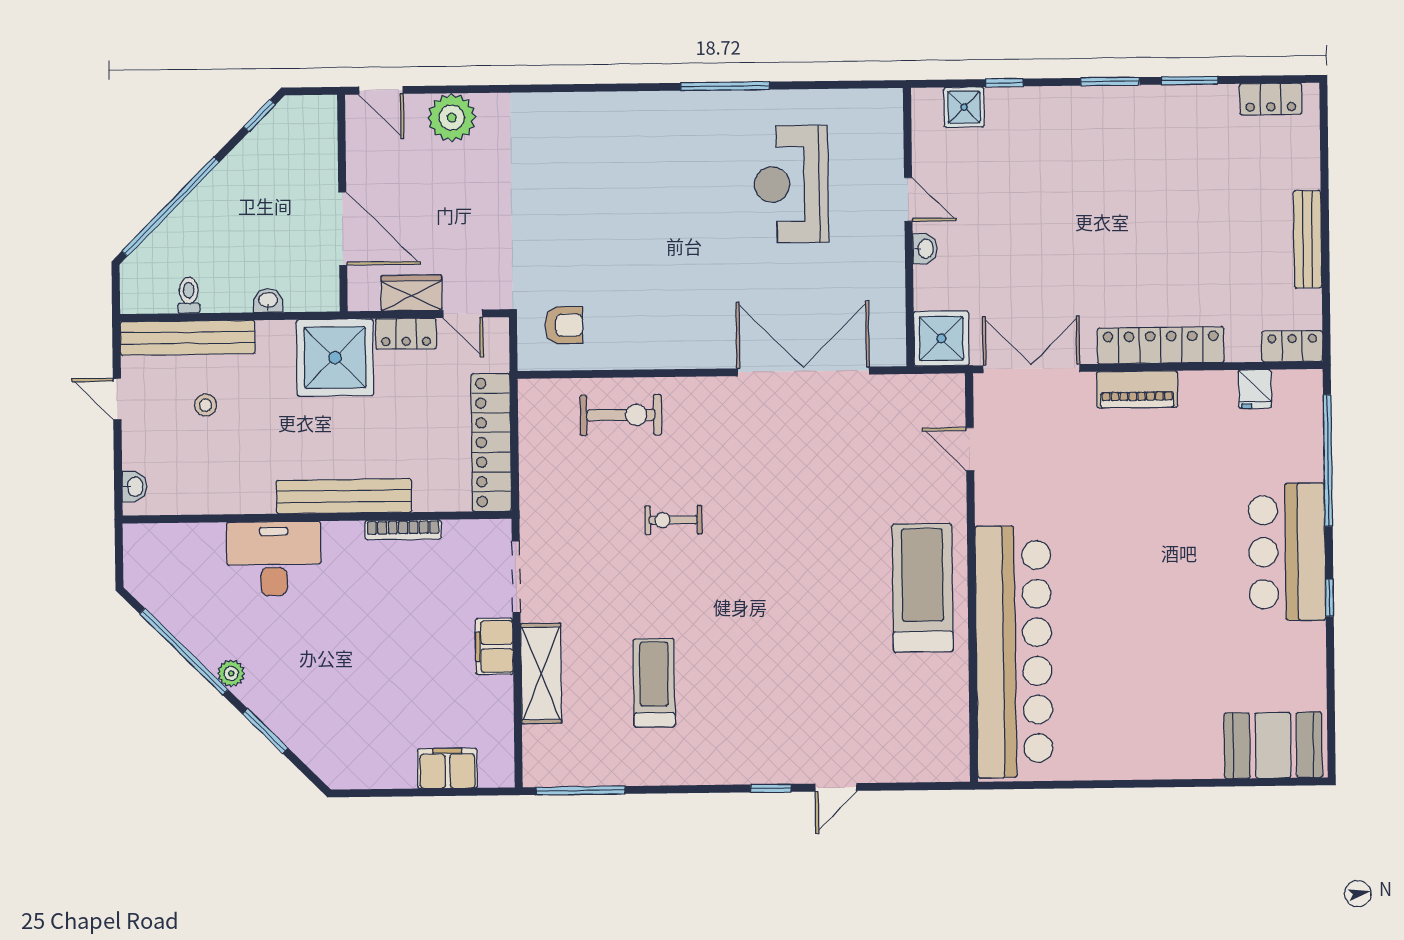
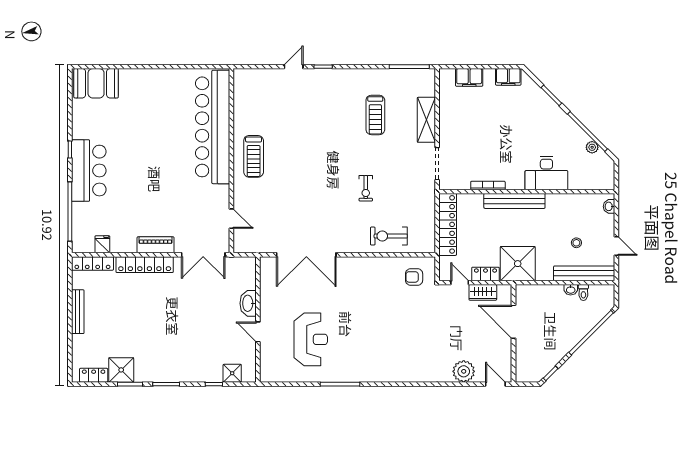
washbasin: (925, 249) -> (248, 303), width x1.91, depth x1.45
washbasin: (268, 301) -> (571, 290), moved
shower: (941, 338) -> (121, 370), moved
locker: (1292, 346) -> (92, 263), width x1.53
exercise bike: (673, 520) -> (366, 188), turned 90
treadmill: (923, 588) -> (254, 156), width x0.73, depth x0.73
filing cabinet: (494, 647) -> (508, 77), moved, turned 90
plant: (231, 673) -> (592, 147), moved

